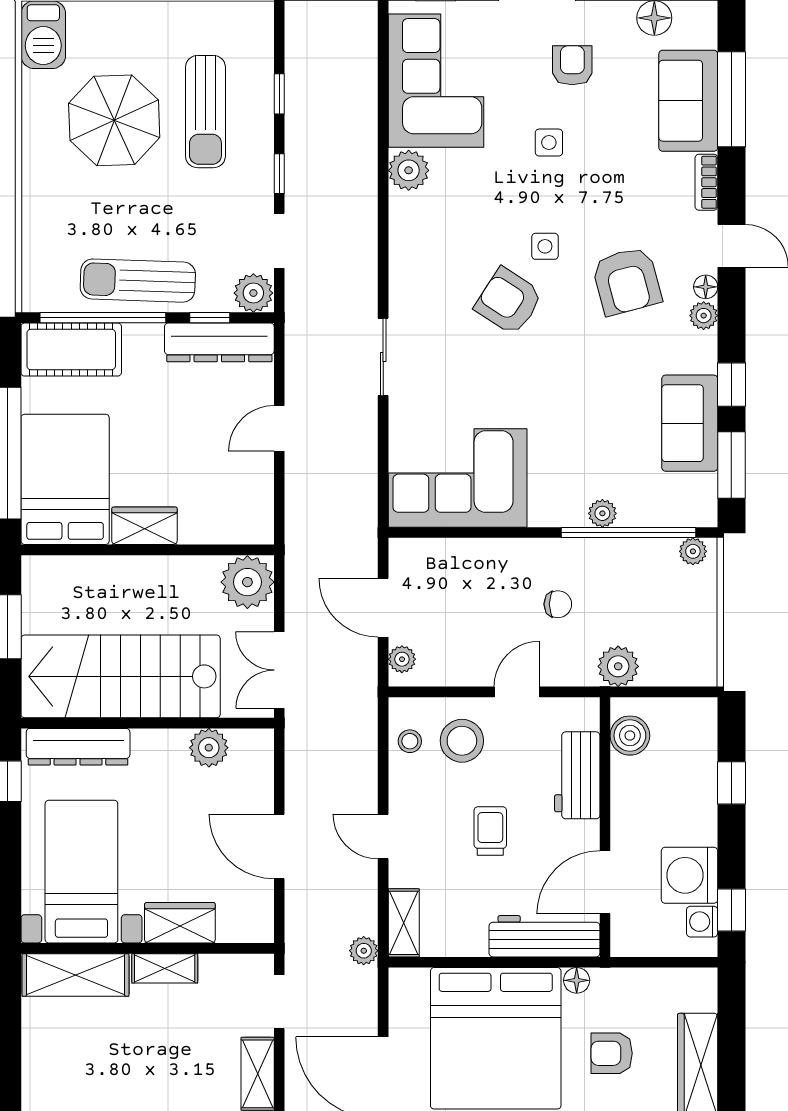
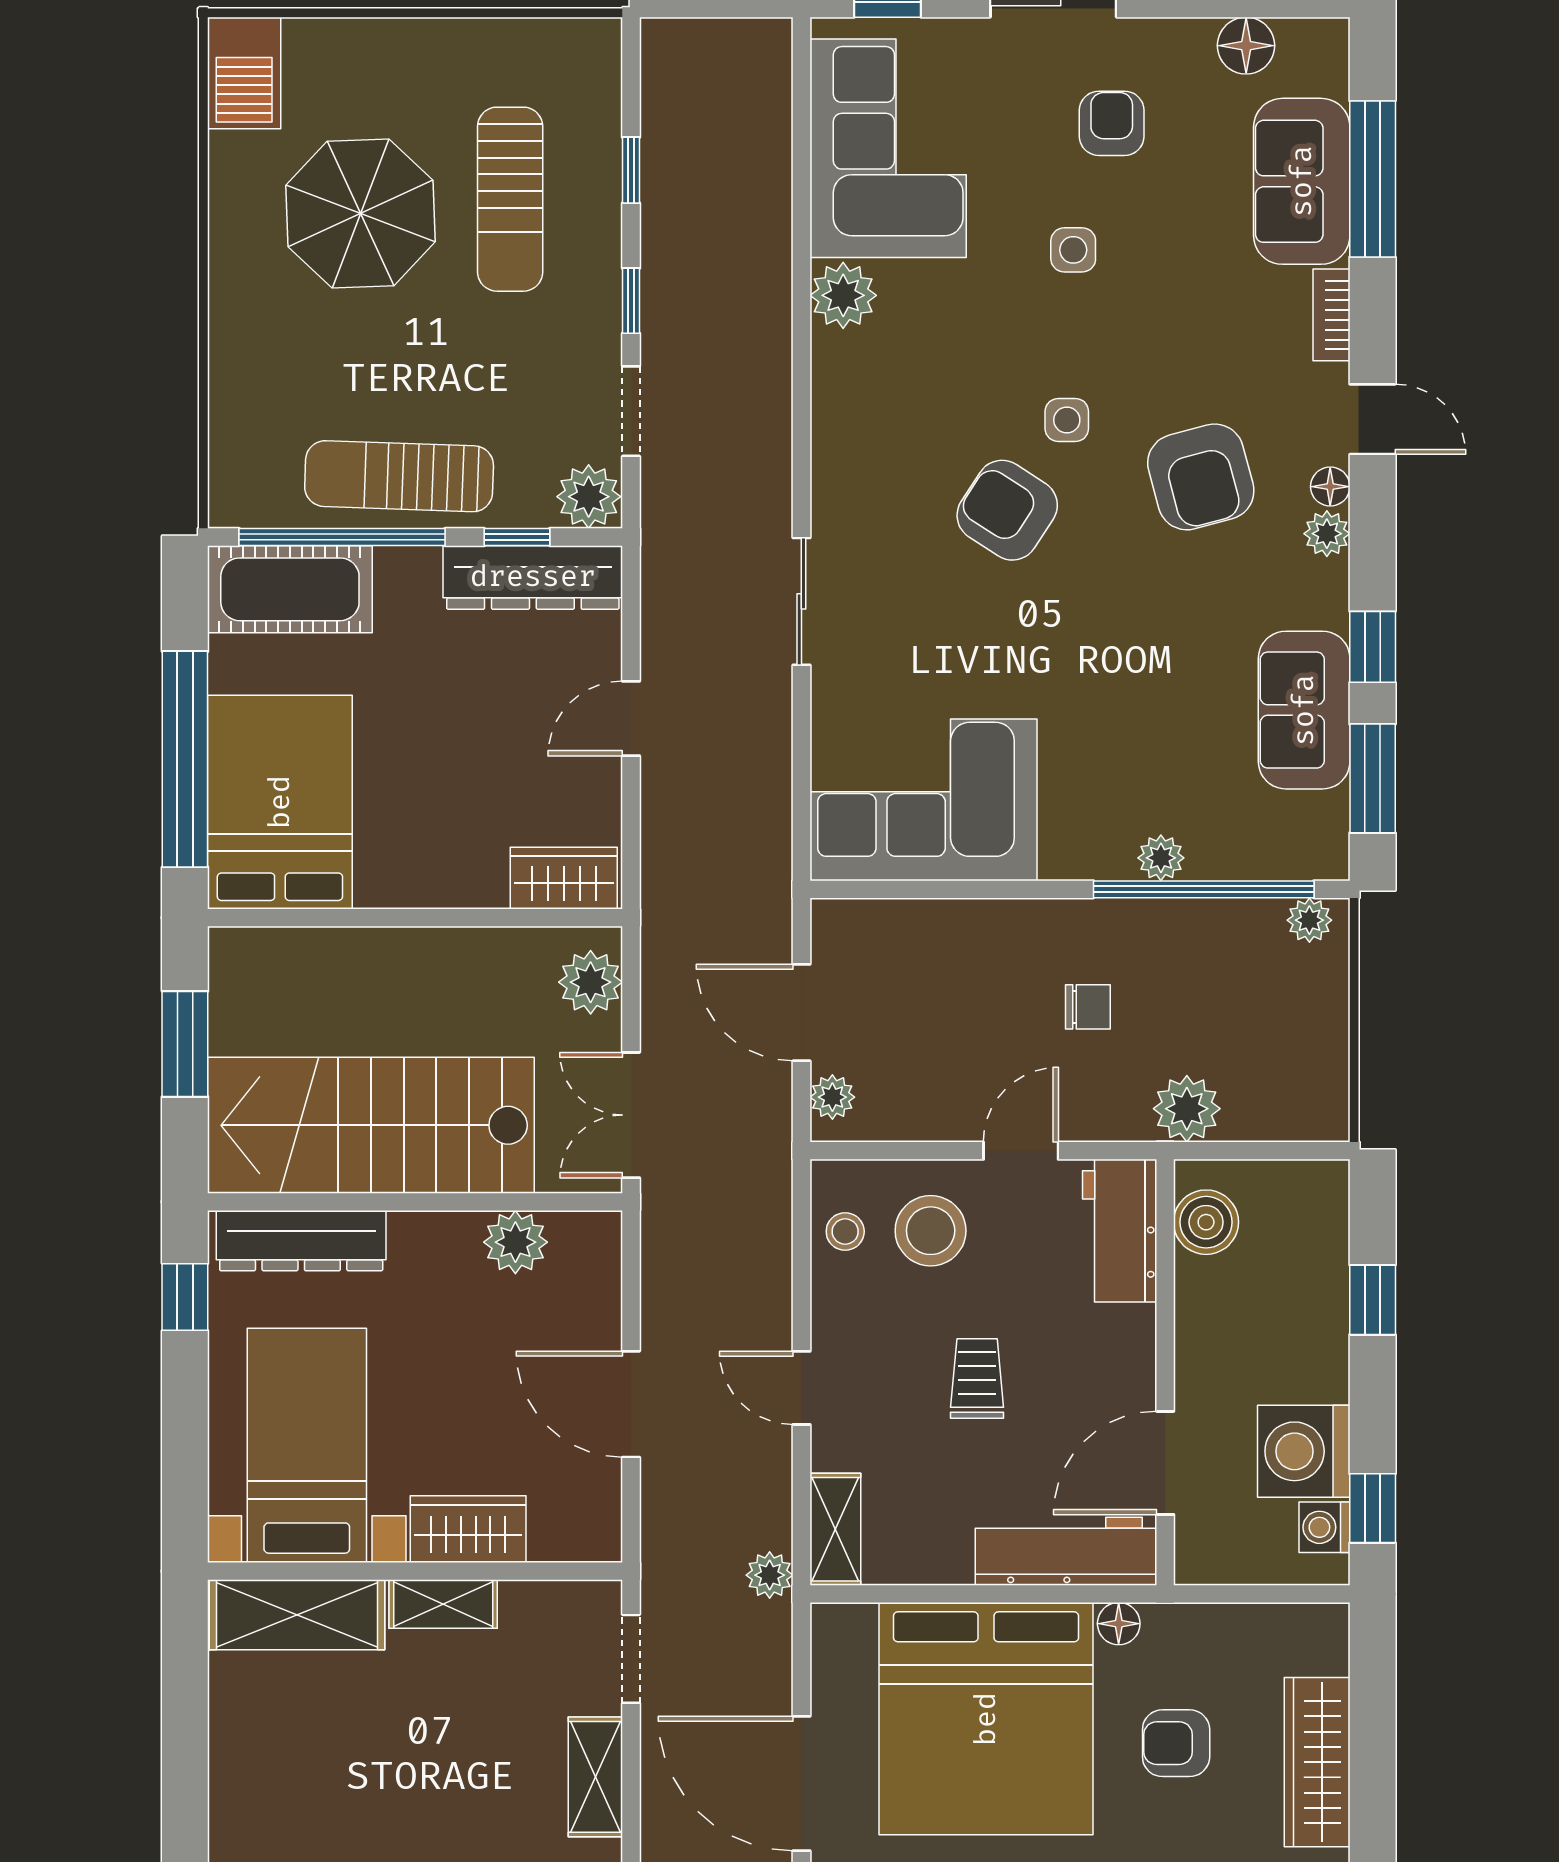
wardrobe: (144, 526) -> (564, 878), moved
plant: (247, 582) -> (591, 982), width x0.73, depth x0.73
workbench: (577, 775) -> (1120, 1231), moved

